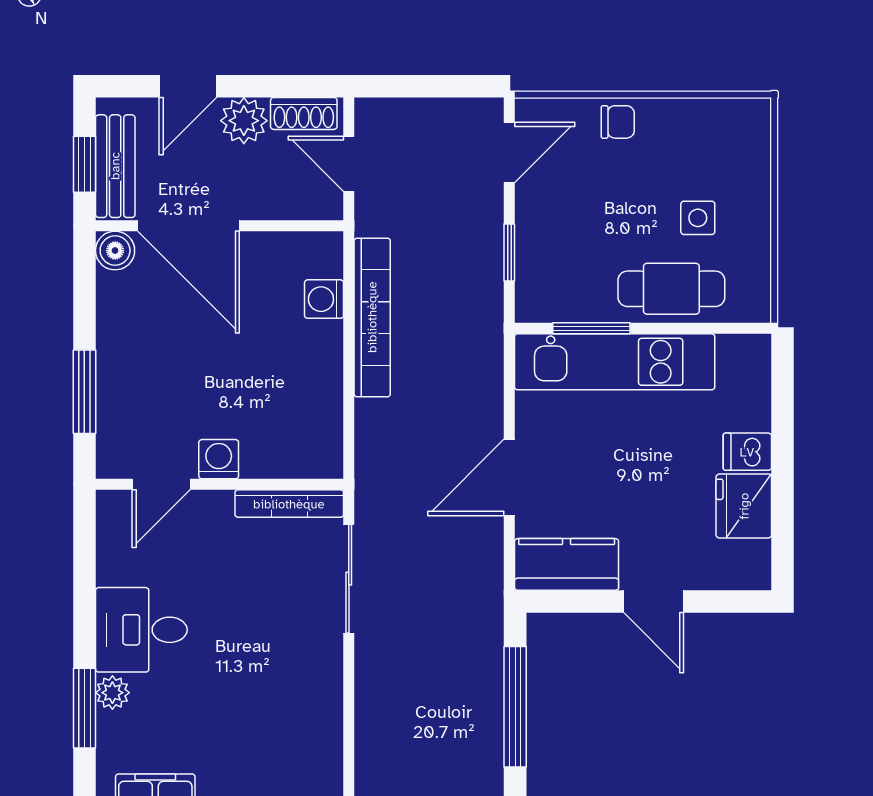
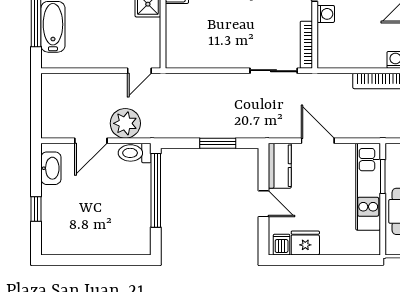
dishwasher: (747, 452) -> (282, 245), moved
door: (654, 602) -> (264, 204), swing flipped
window: (515, 707) -> (218, 143), width x0.69

